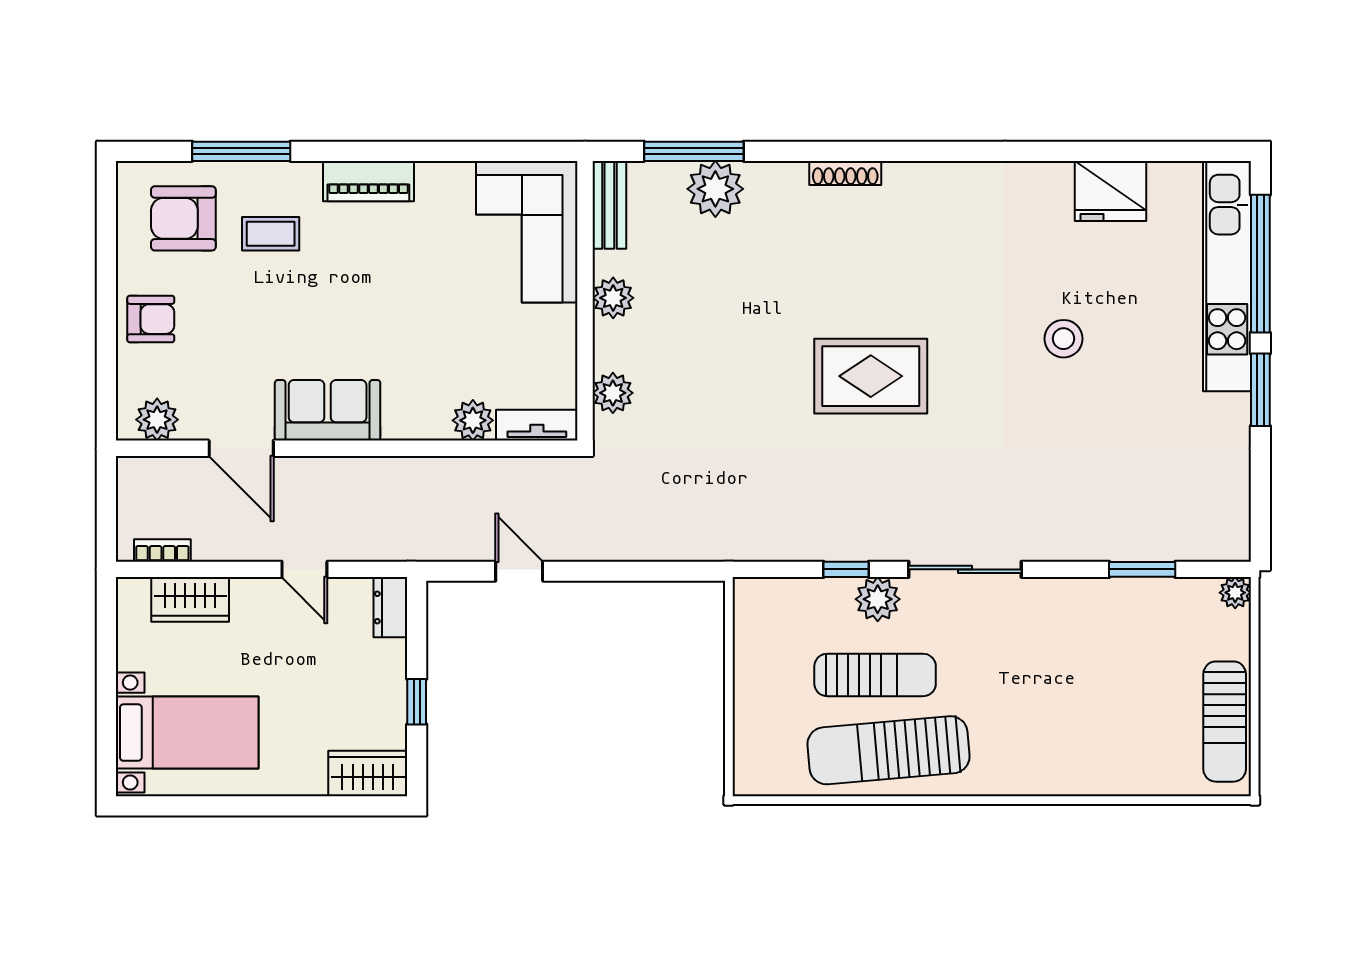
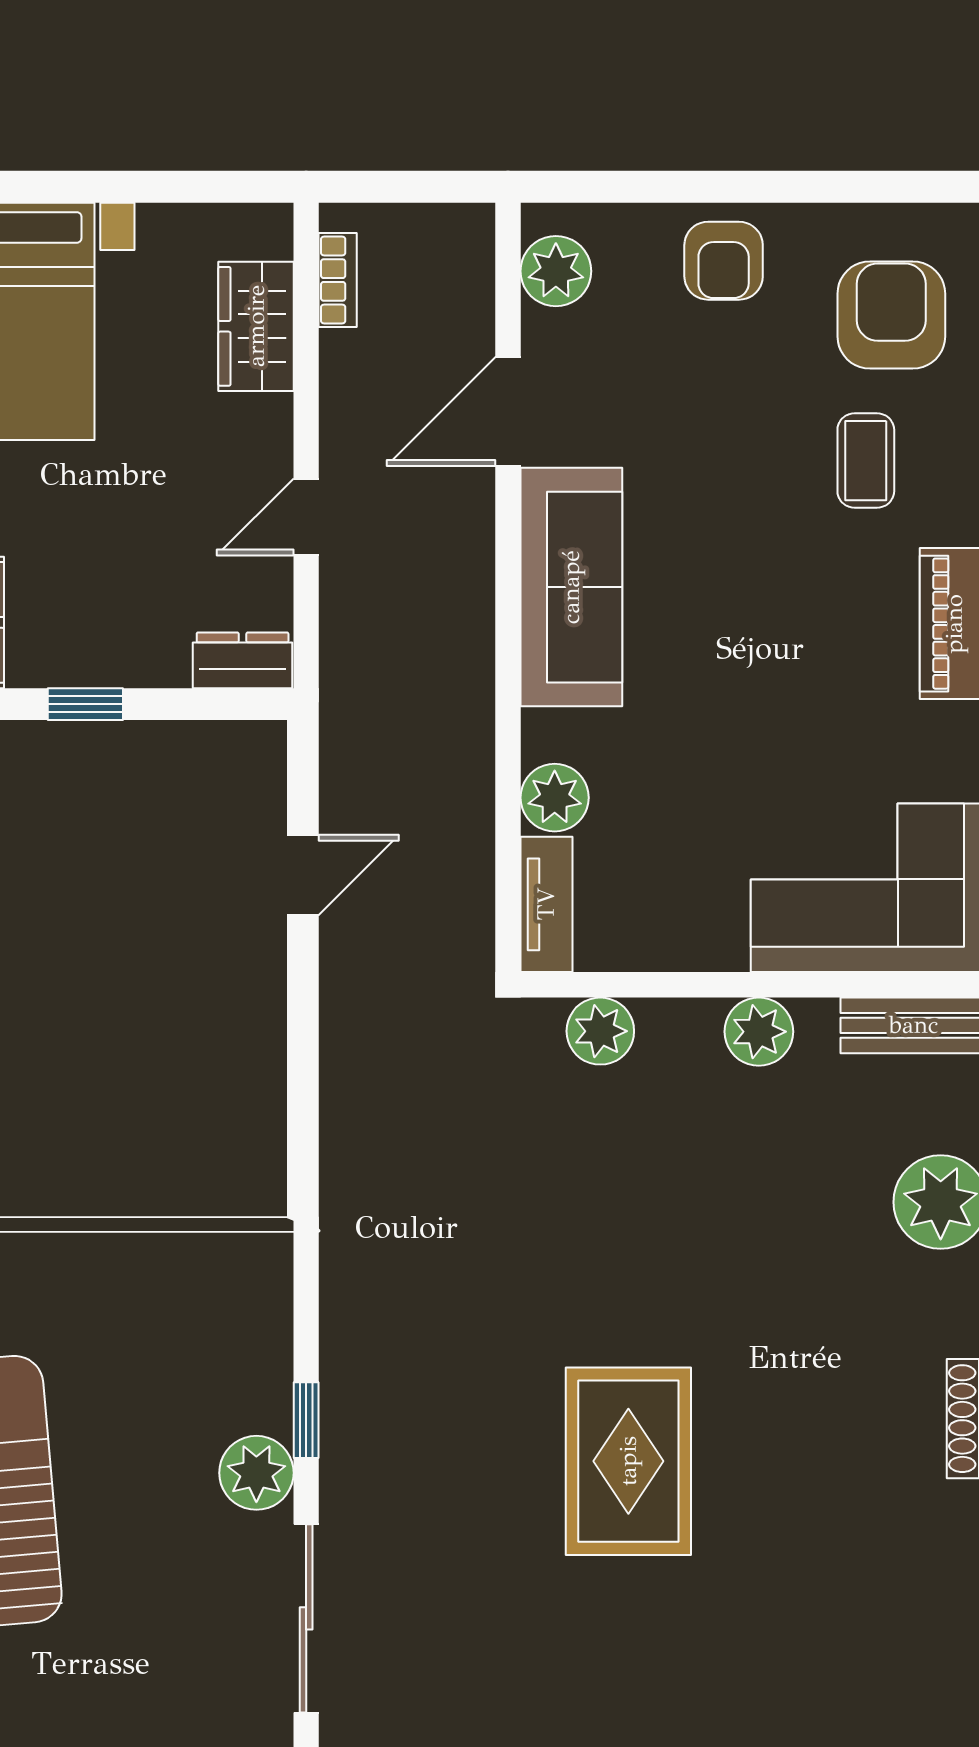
sofa: (328, 410) -> (571, 587), width x1.36
sun lounger: (875, 675) -> (130, 1468), removed

